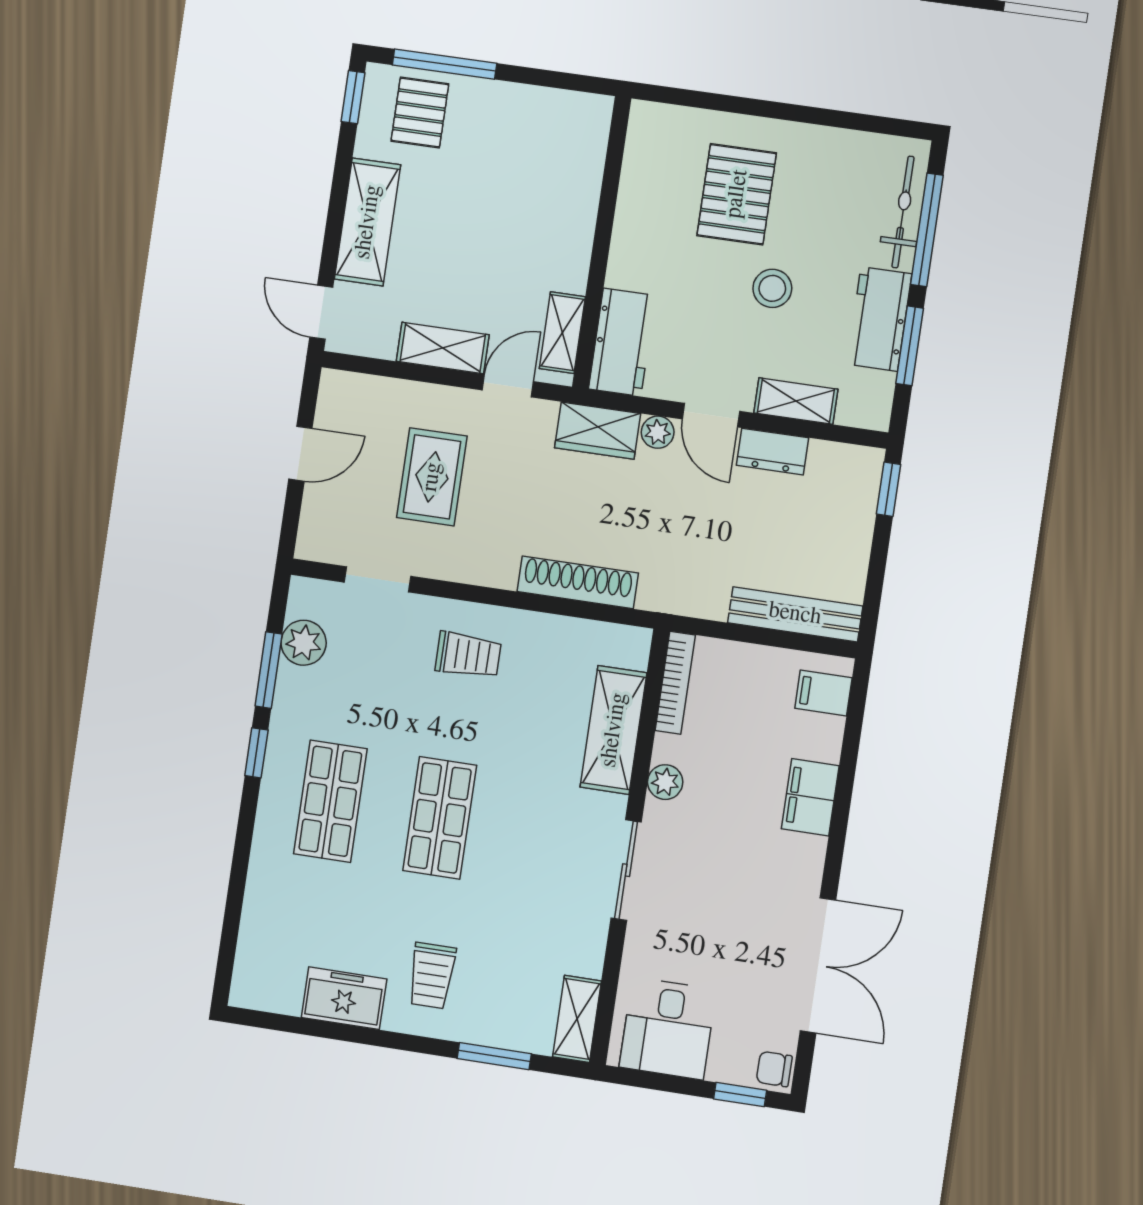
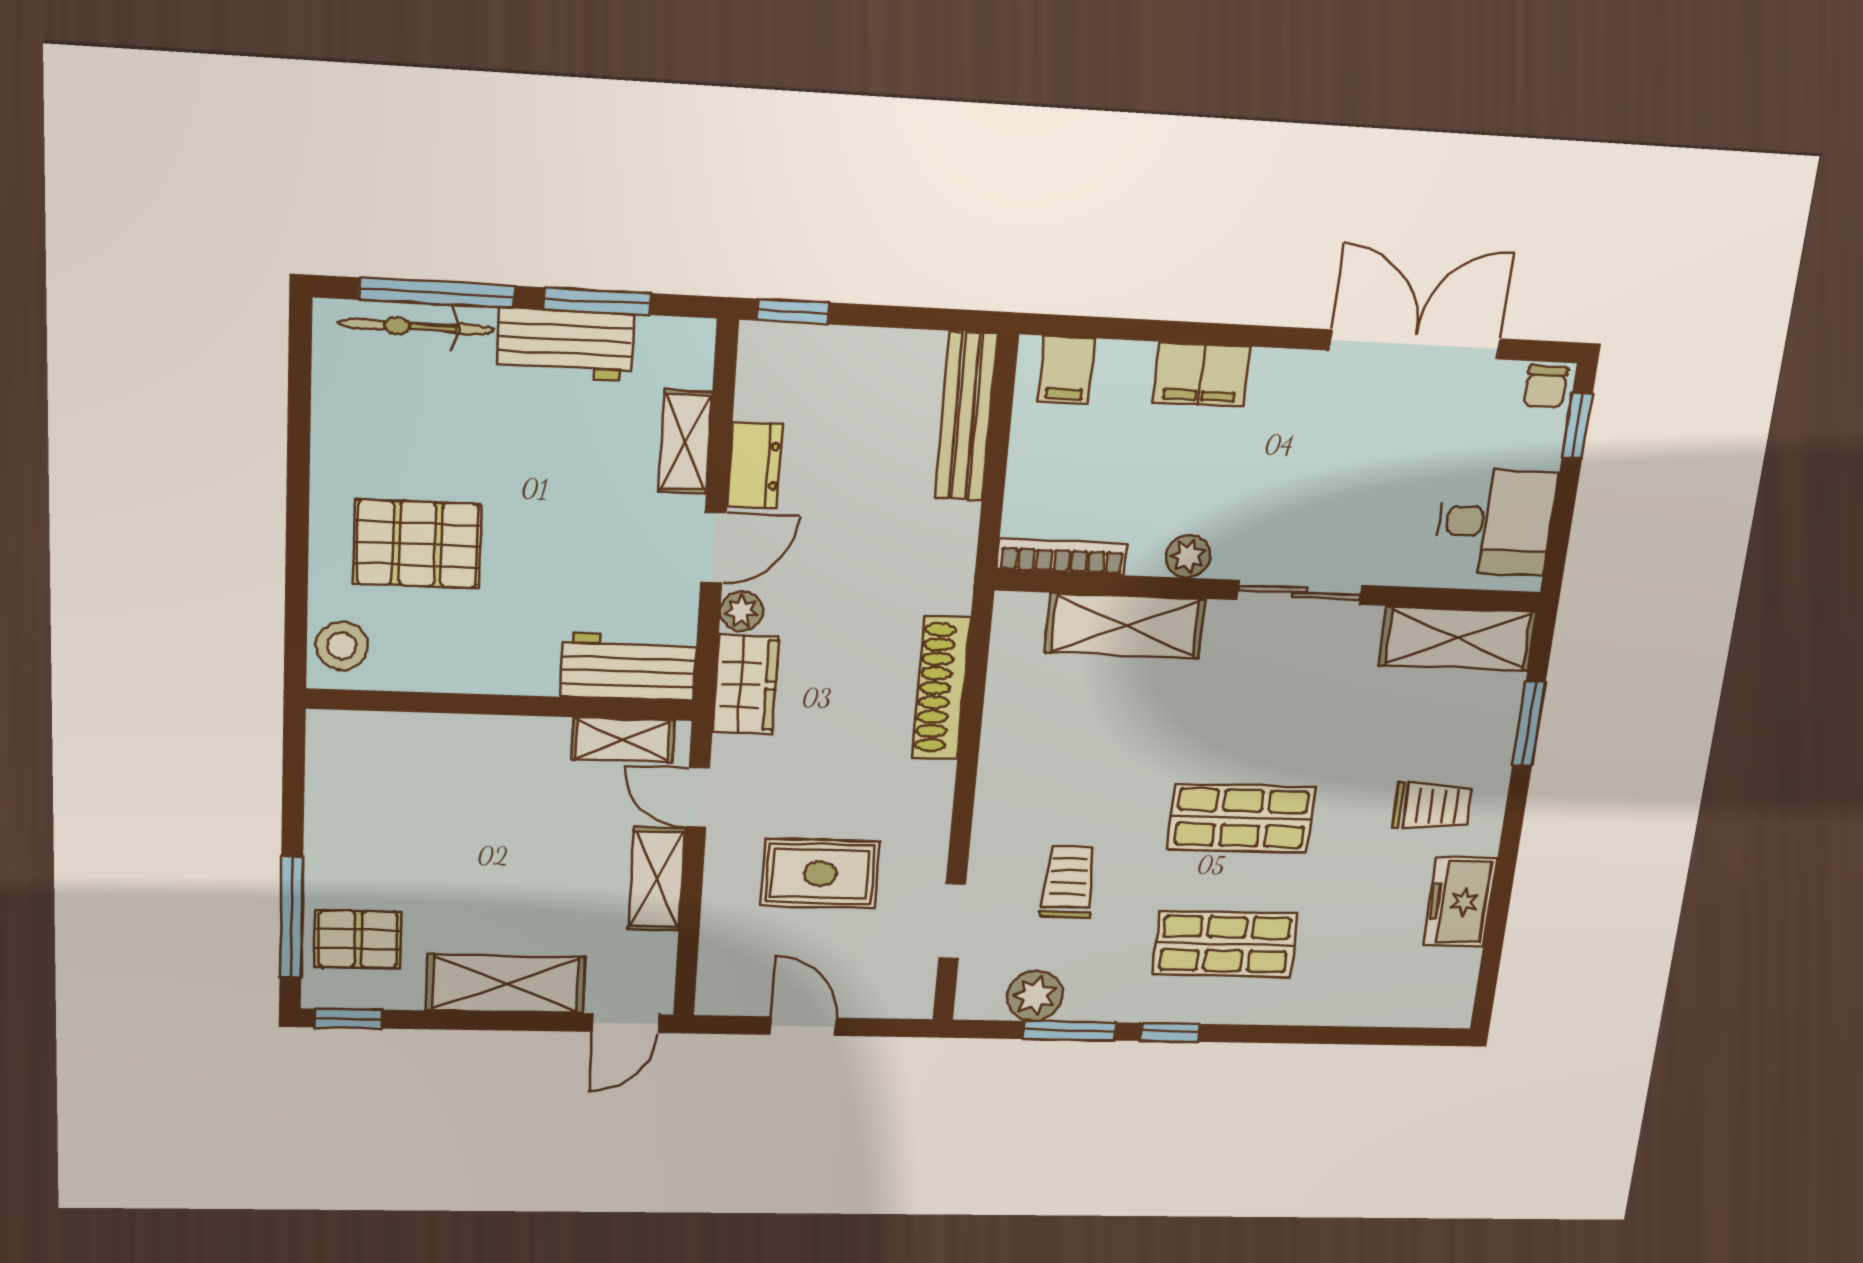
stool: (772, 288) -> (342, 646), moved
trolley: (468, 655) -> (1068, 882), moved
shelving: (577, 1019) -> (1458, 638), width x1.50, depth x1.33

